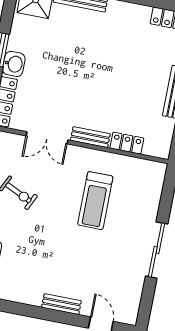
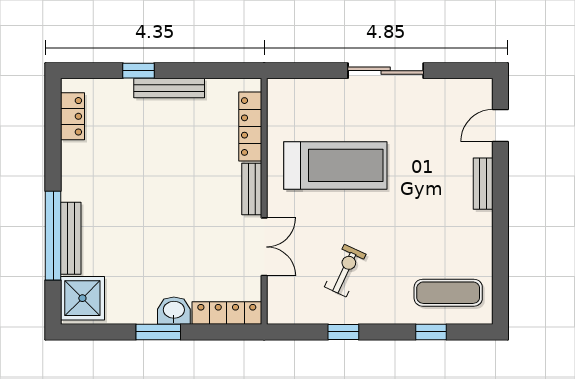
locker: (127, 143) -> (250, 126), width x1.53
treadmill: (95, 201) -> (335, 165), width x1.37, depth x1.38

